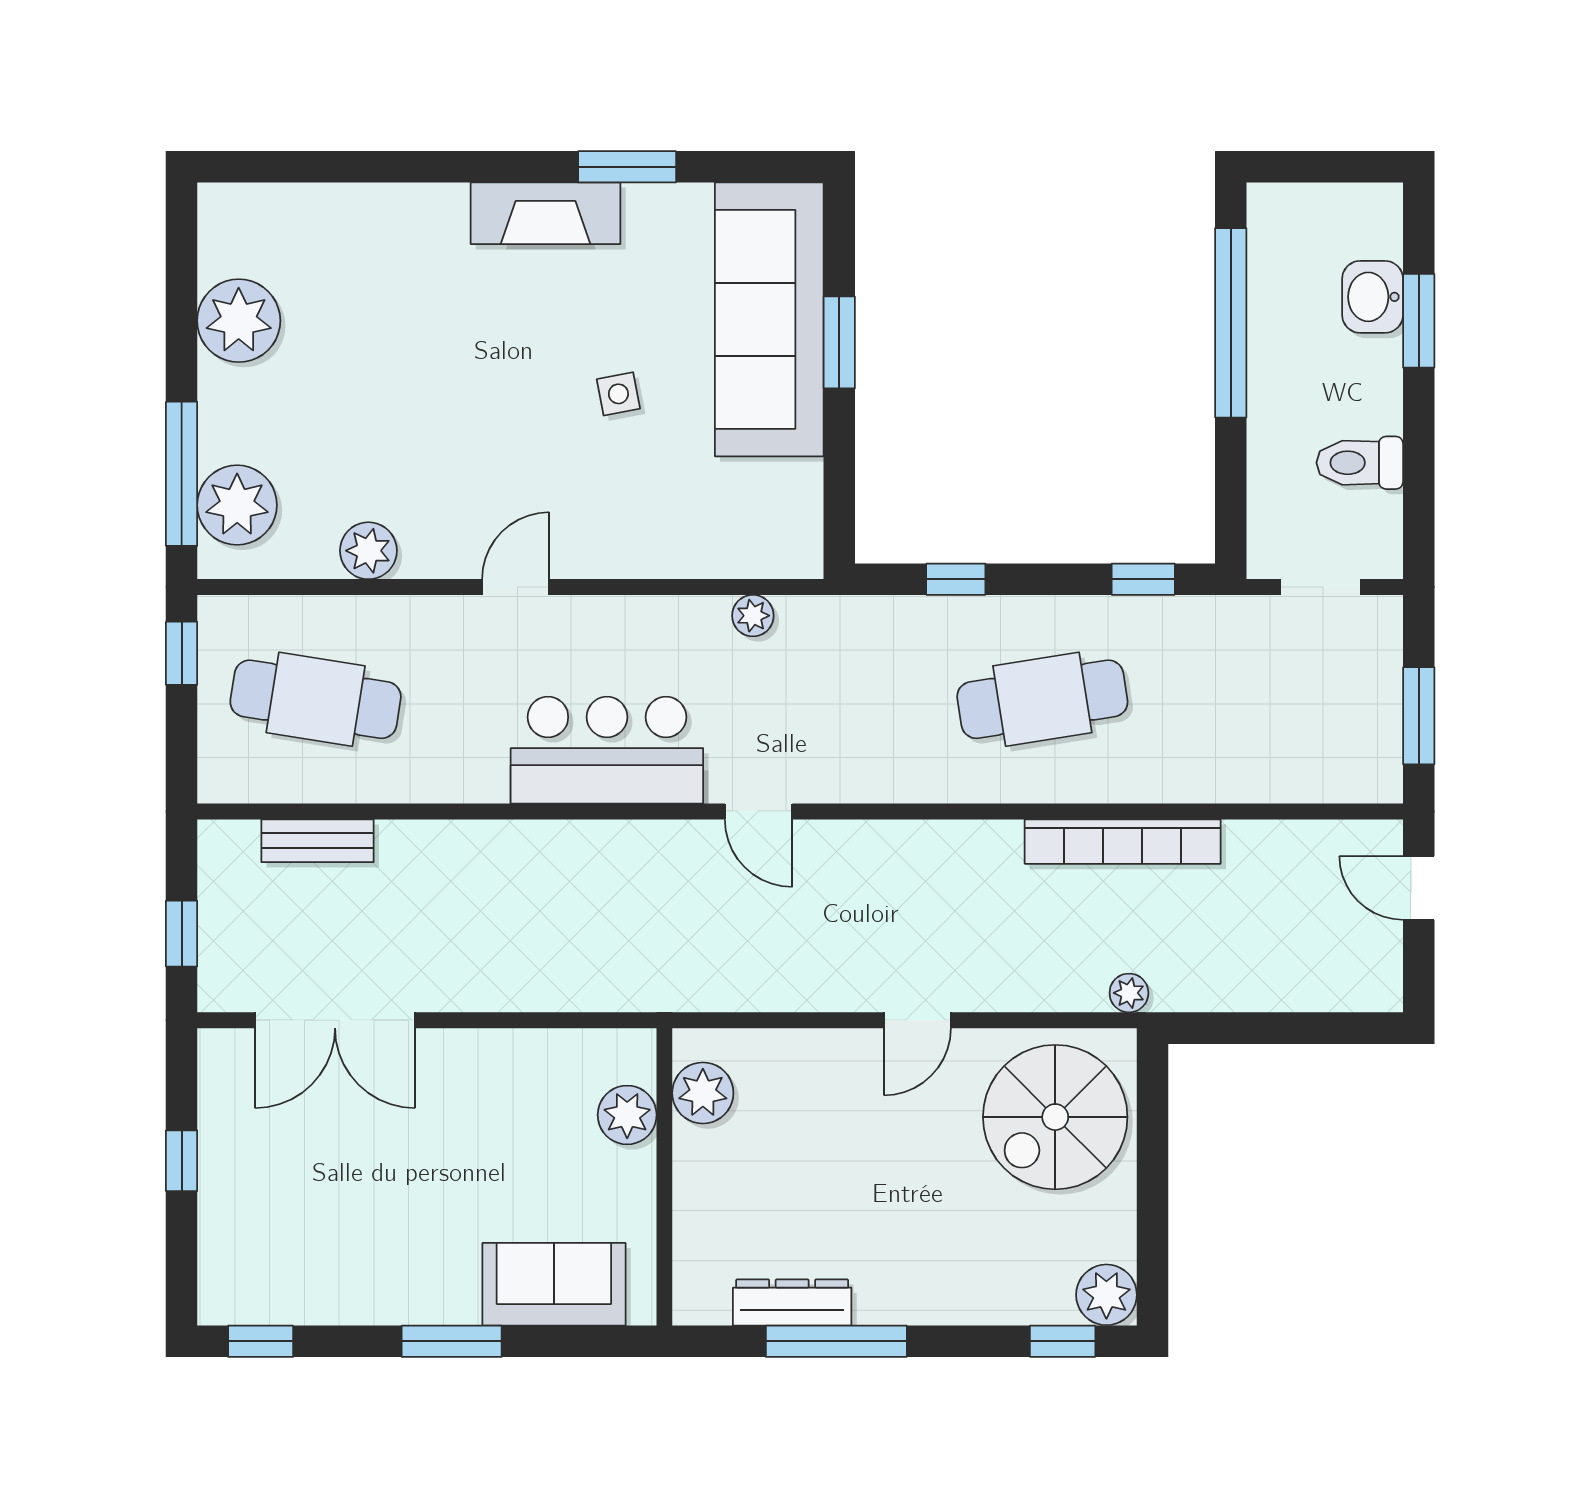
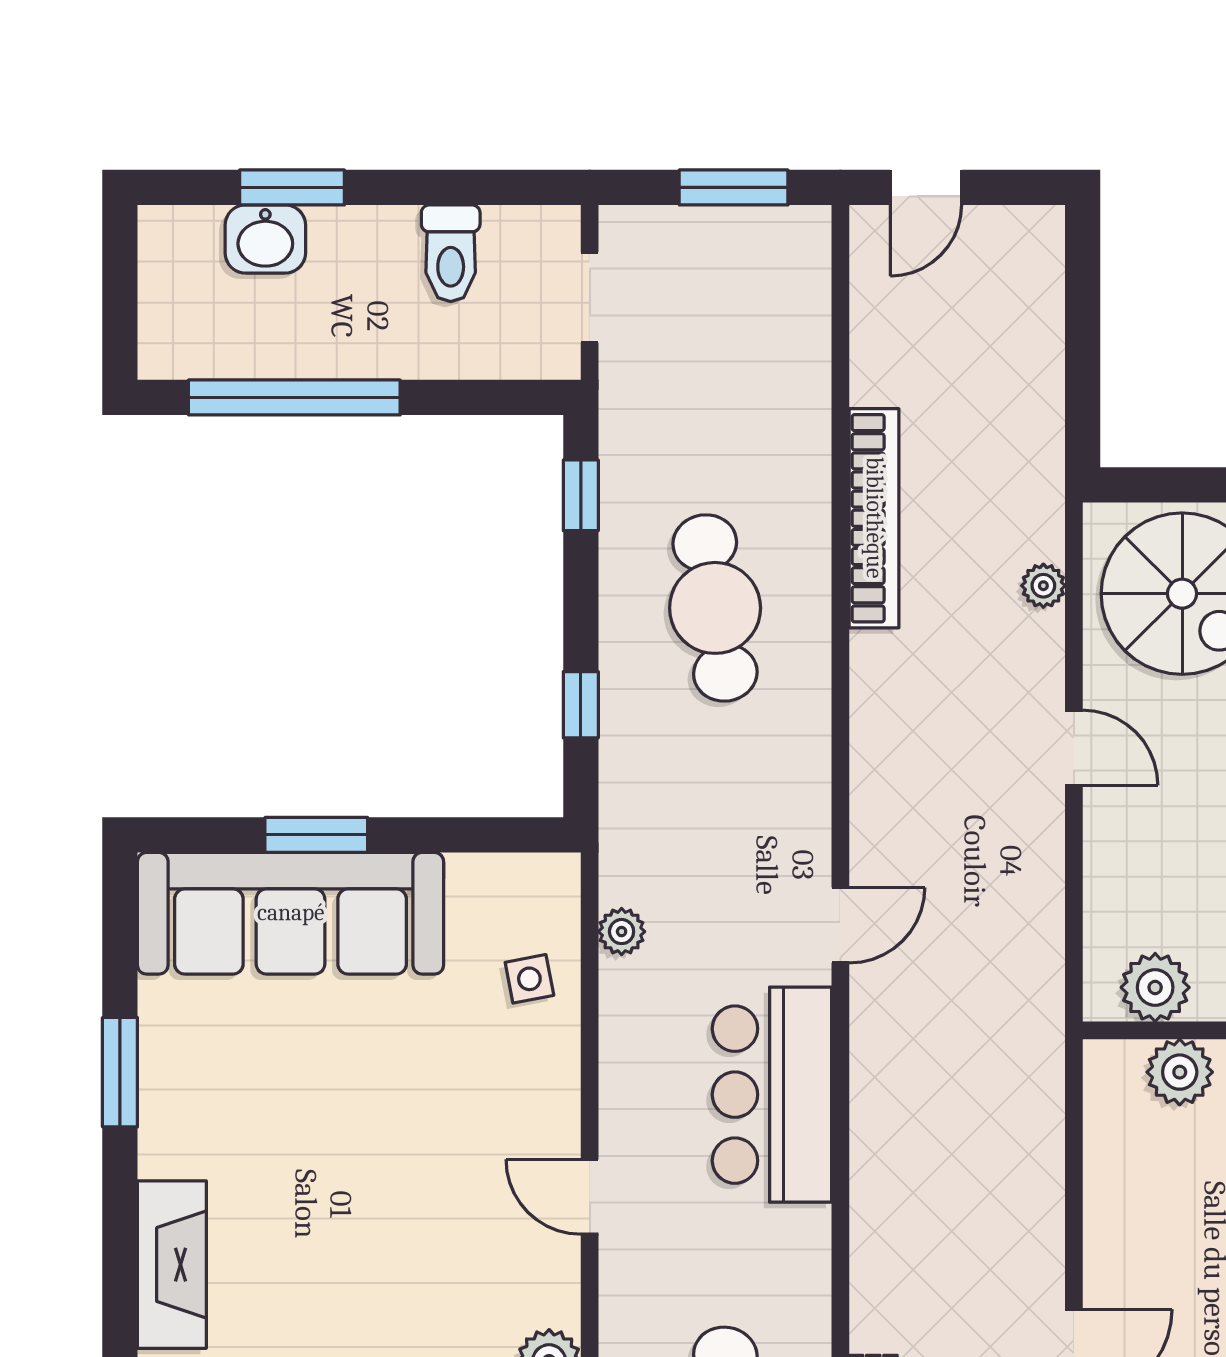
fireplace: (545, 213) -> (172, 1265), moved
side table: (618, 394) -> (529, 979), moved
plant: (1129, 993) -> (1043, 586), moved

